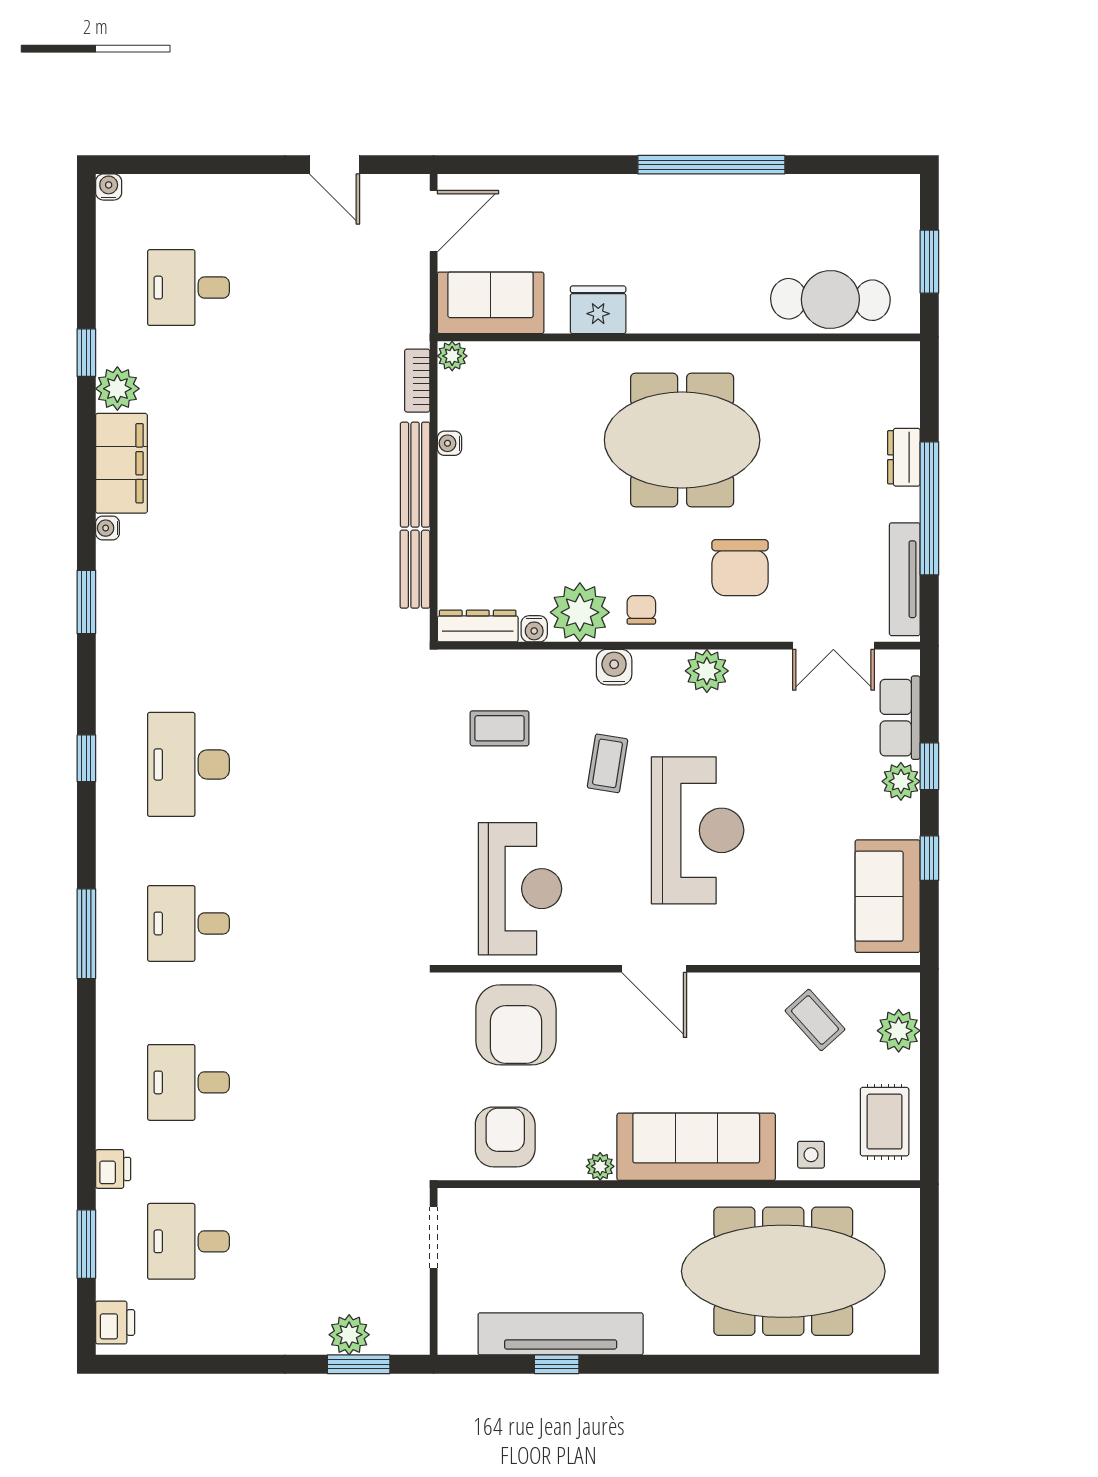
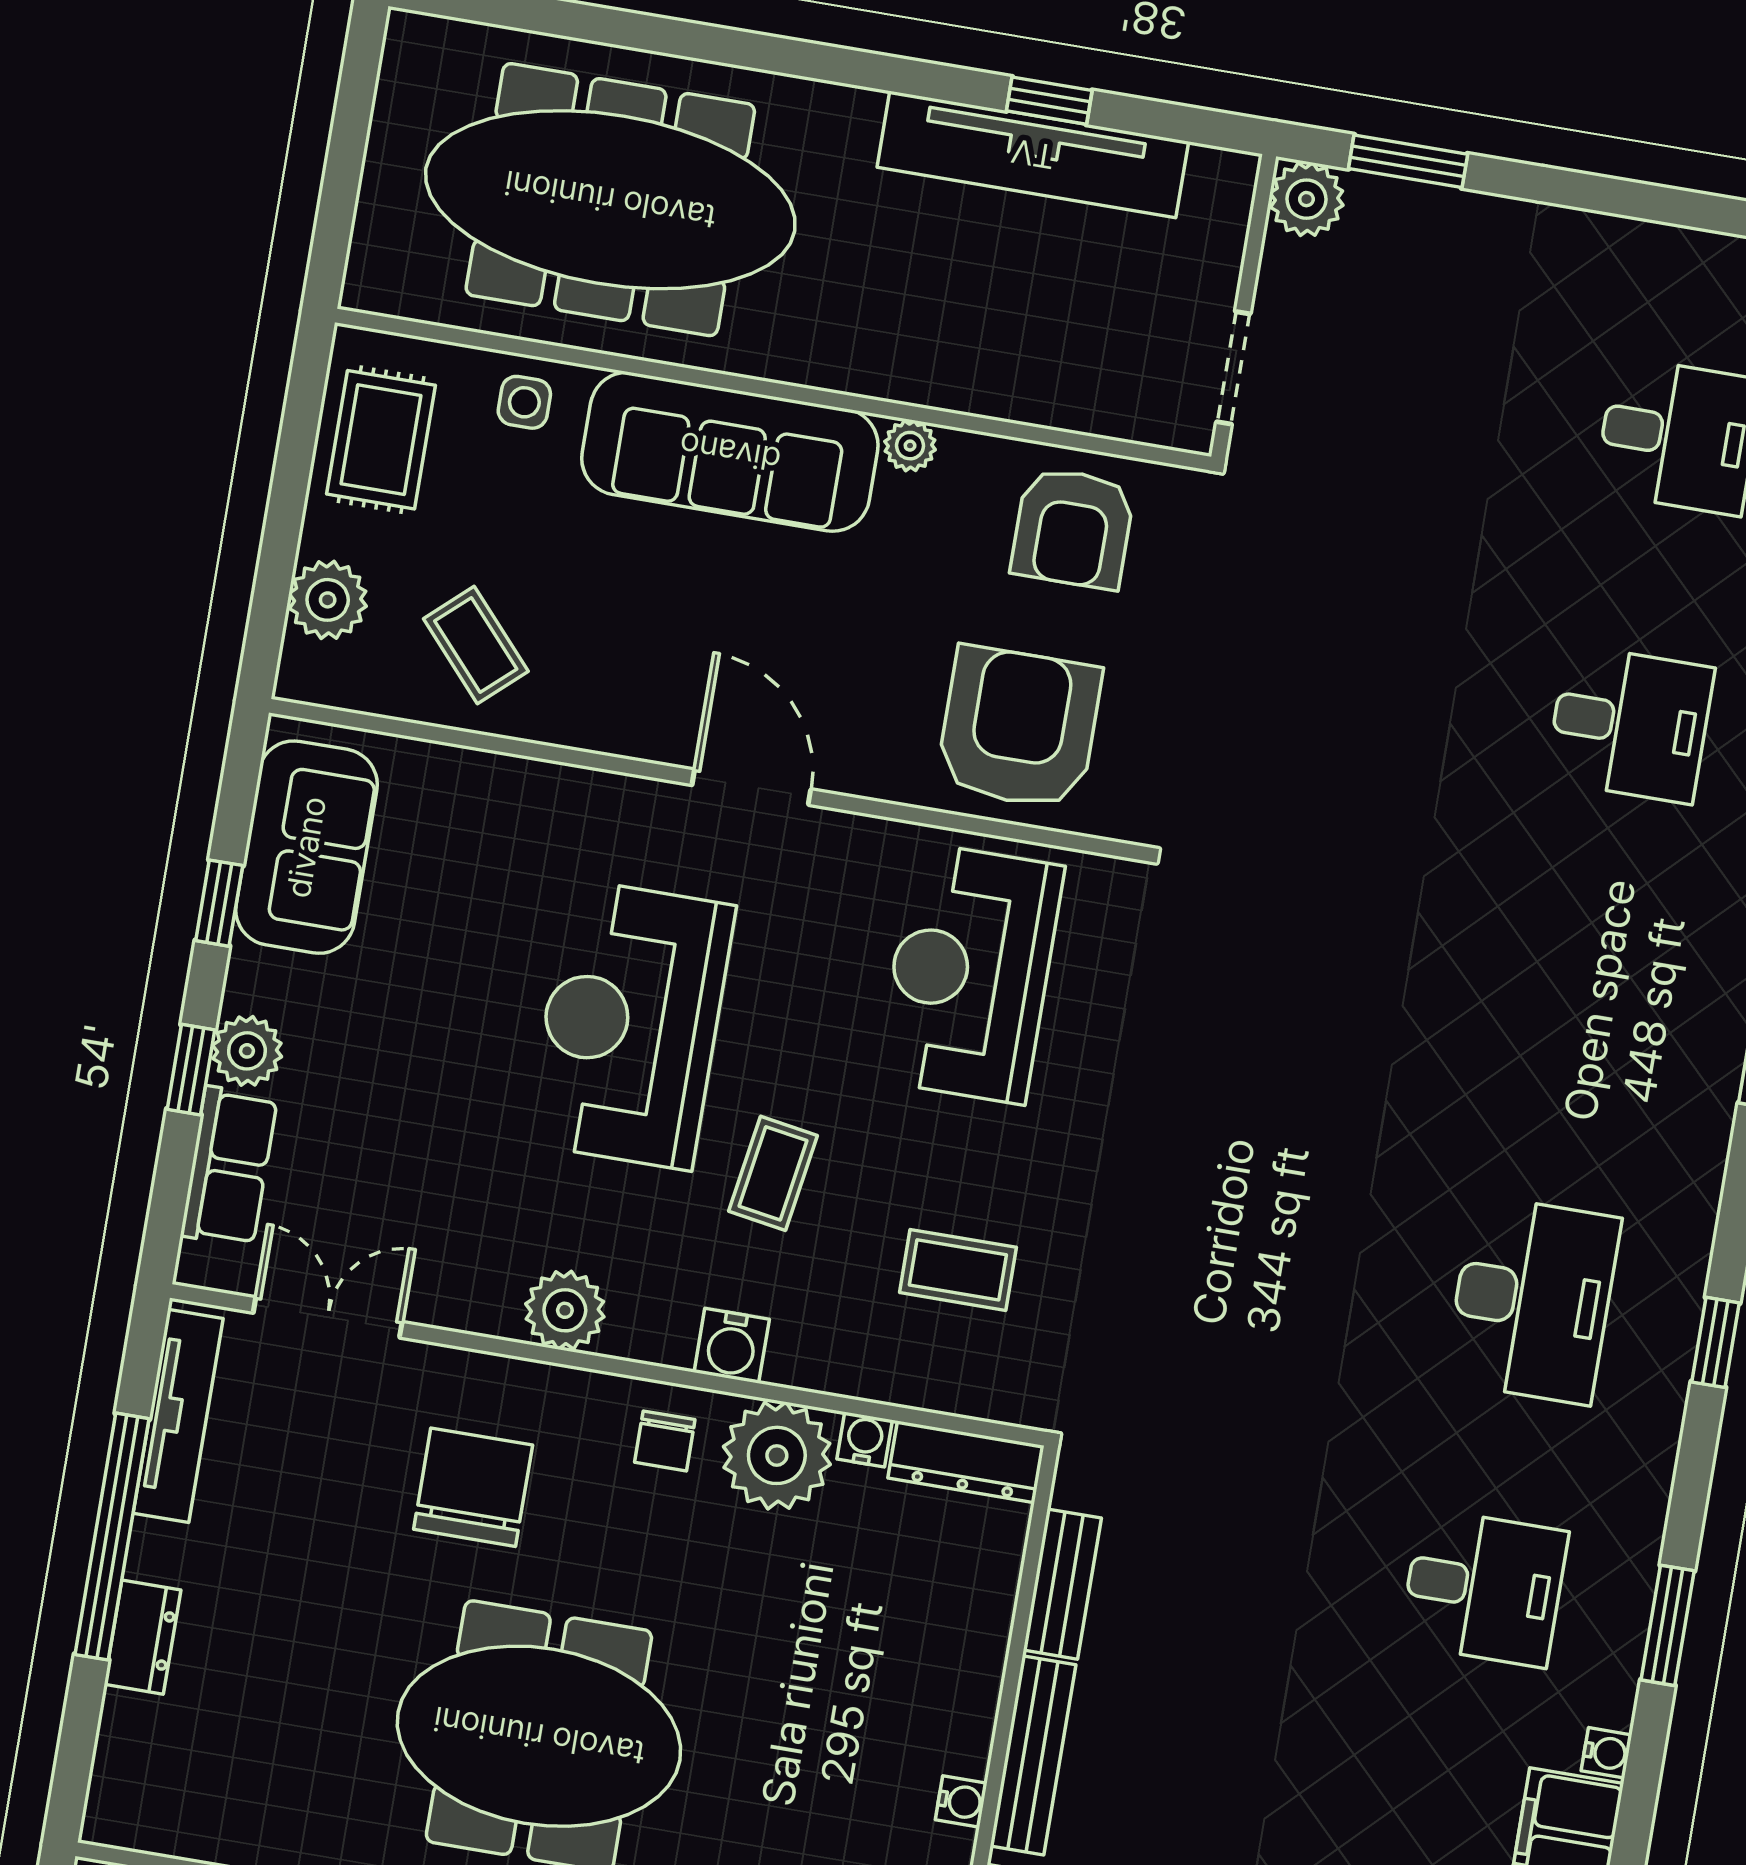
desk: (188, 923) -> (1484, 1588), moved
plant: (349, 1335) -> (1306, 199), moved

